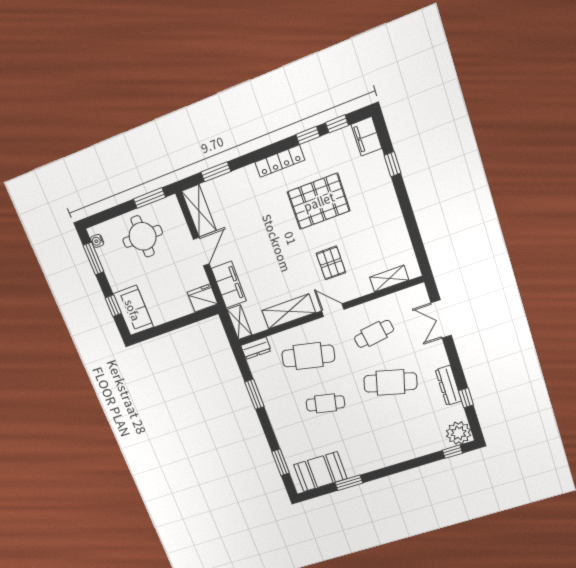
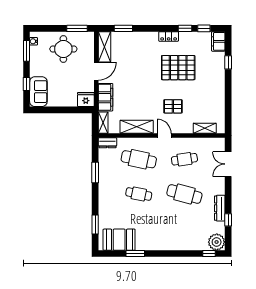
locker: (280, 161) -> (169, 36), width x0.66
pallet: (331, 263) -> (173, 106), turned 90

